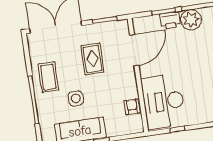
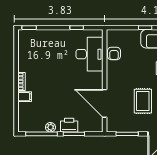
plant: (191, 20) -> (50, 127), width x0.53, depth x0.53
door: (134, 50) -> (105, 103), hinge flipped
desk: (163, 101) -> (89, 54), width x0.73, depth x0.77

